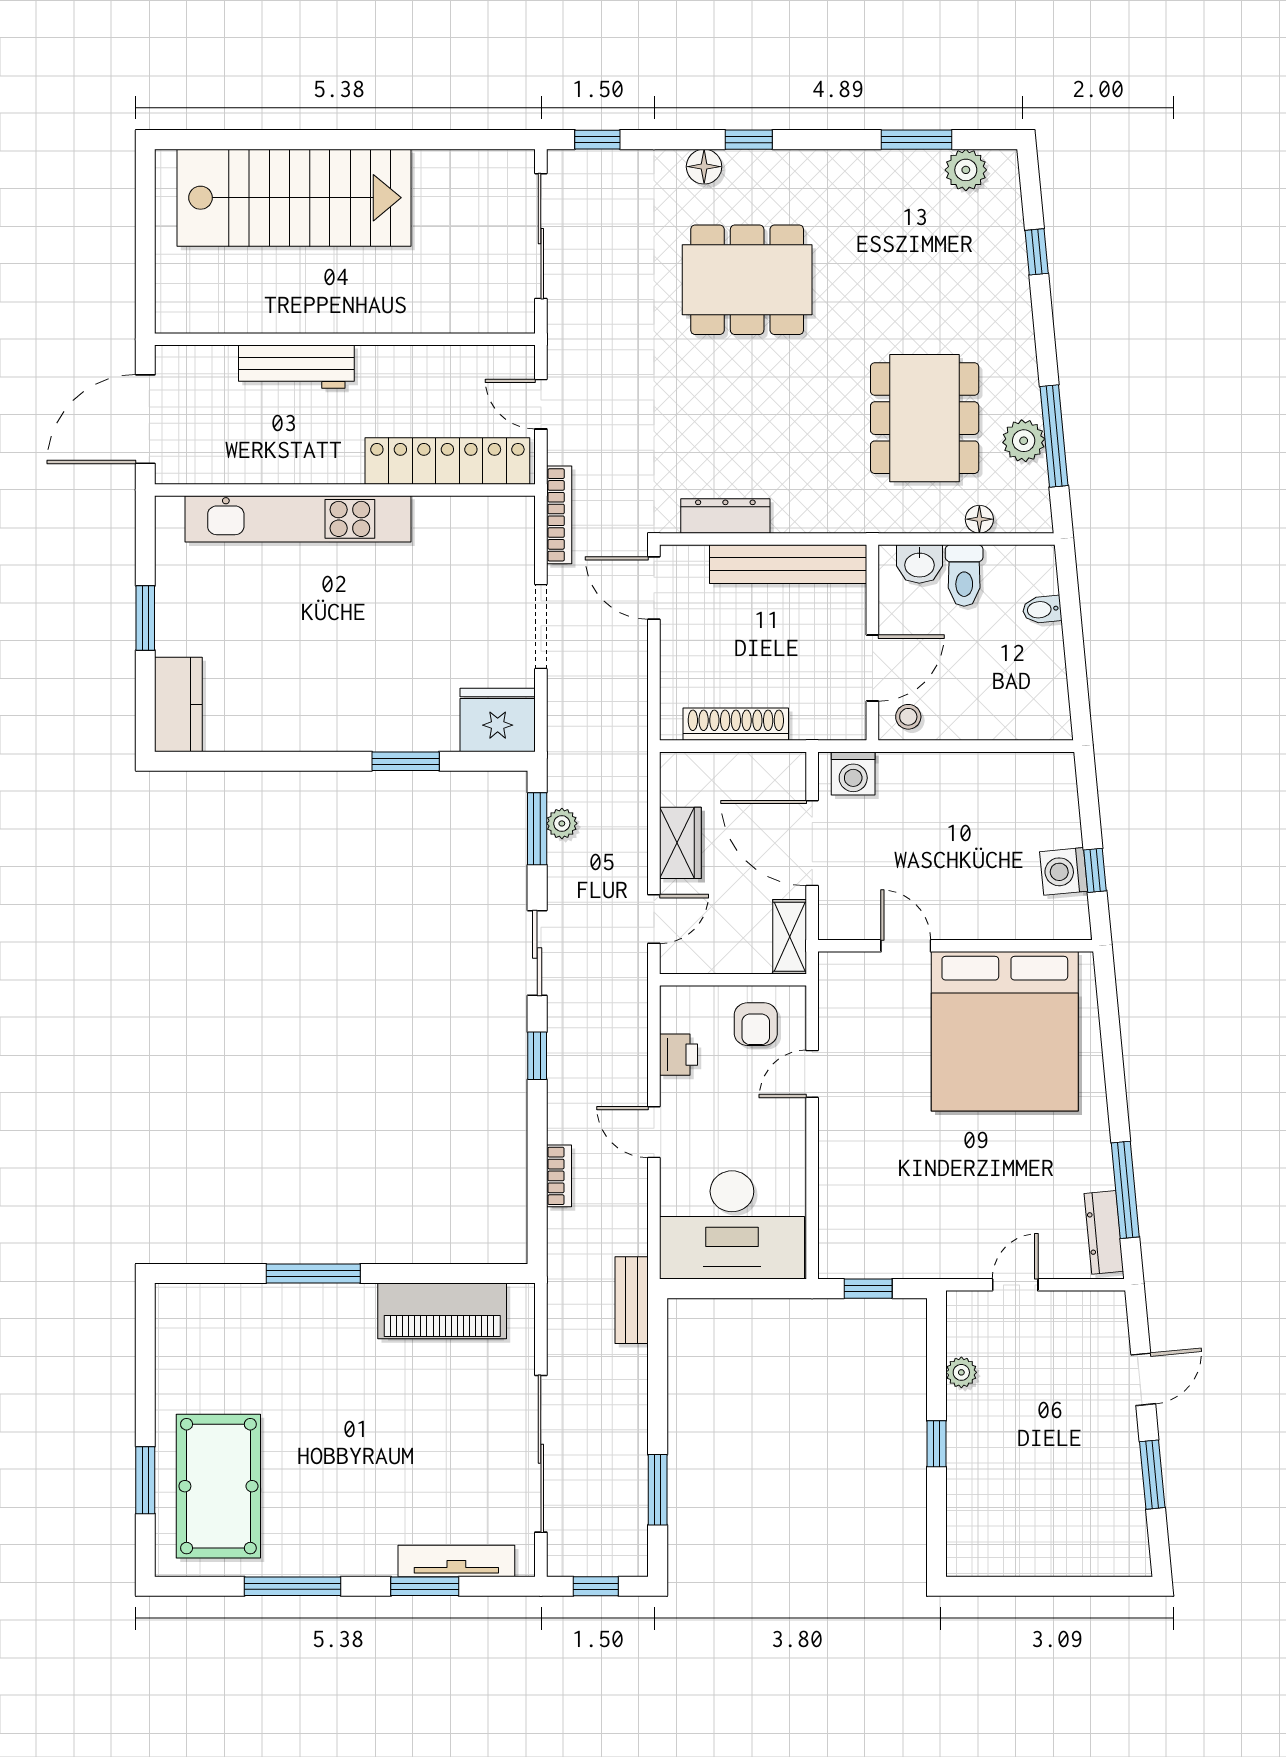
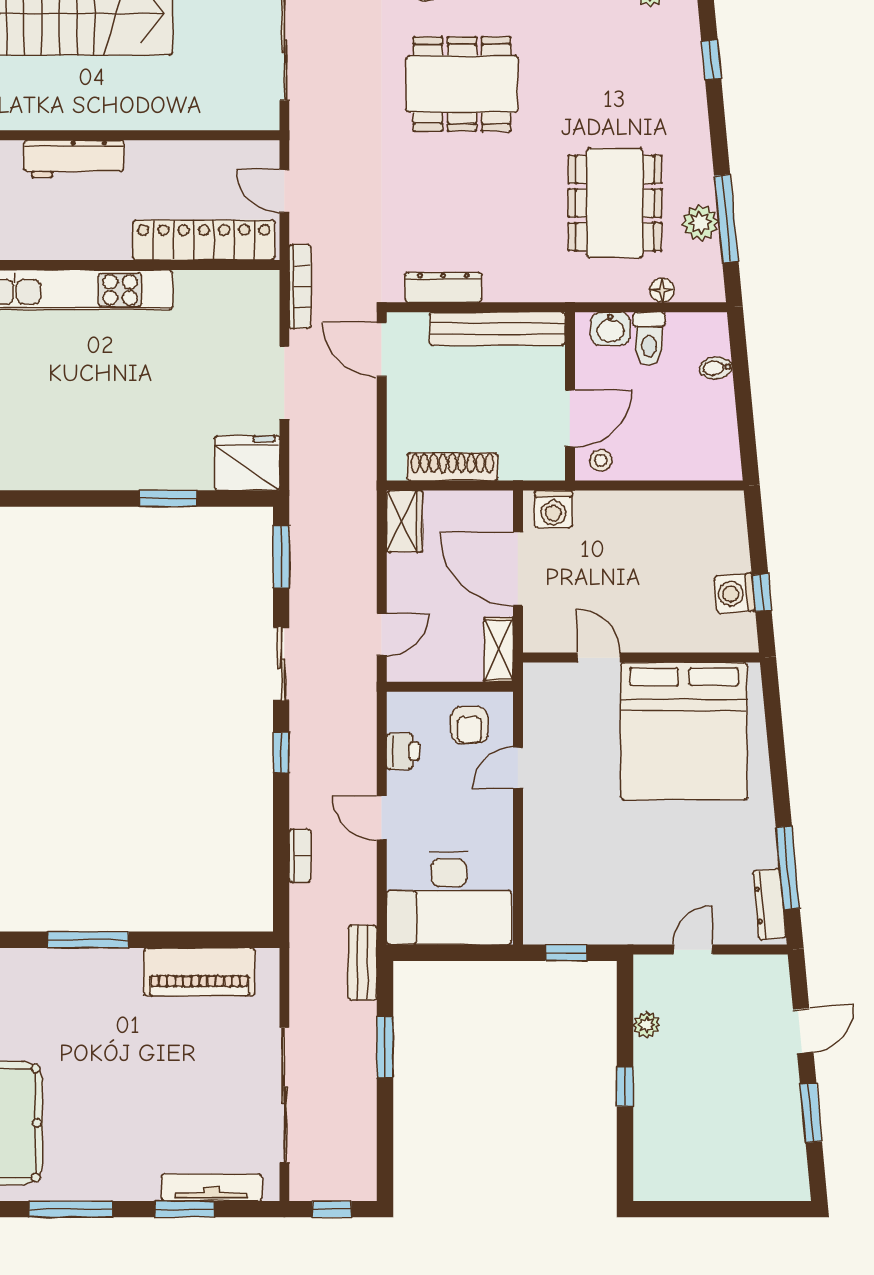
plant: (562, 823) -> (302, 552), removed
wardrobe: (680, 843) -> (404, 521), moved
window: (658, 1490) -> (385, 1047), moved

